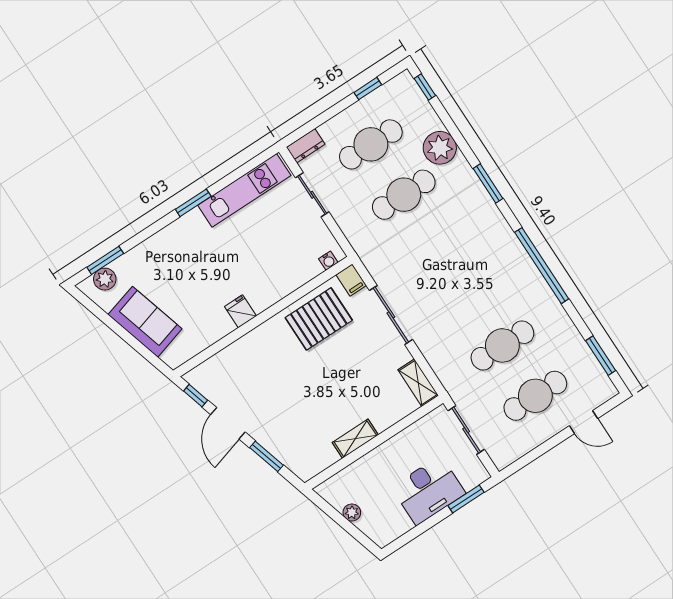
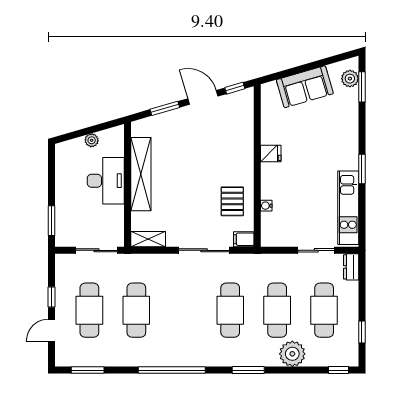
cafe table: (437, 245) -> (230, 310), added
water cooler: (328, 261) -> (266, 206), moved
pallet: (319, 319) -> (232, 201), width x0.67, depth x0.71
shelving: (355, 439) -> (141, 174), width x2.20, depth x1.33
window: (548, 446) -> (52, 297), added
desk: (428, 490) -> (106, 181), moved, turned 180

